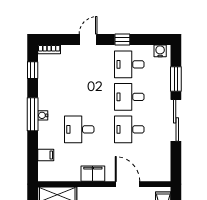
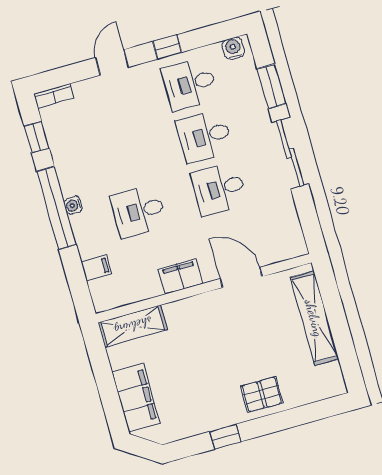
window: (33, 114) -> (57, 208), width x1.46

